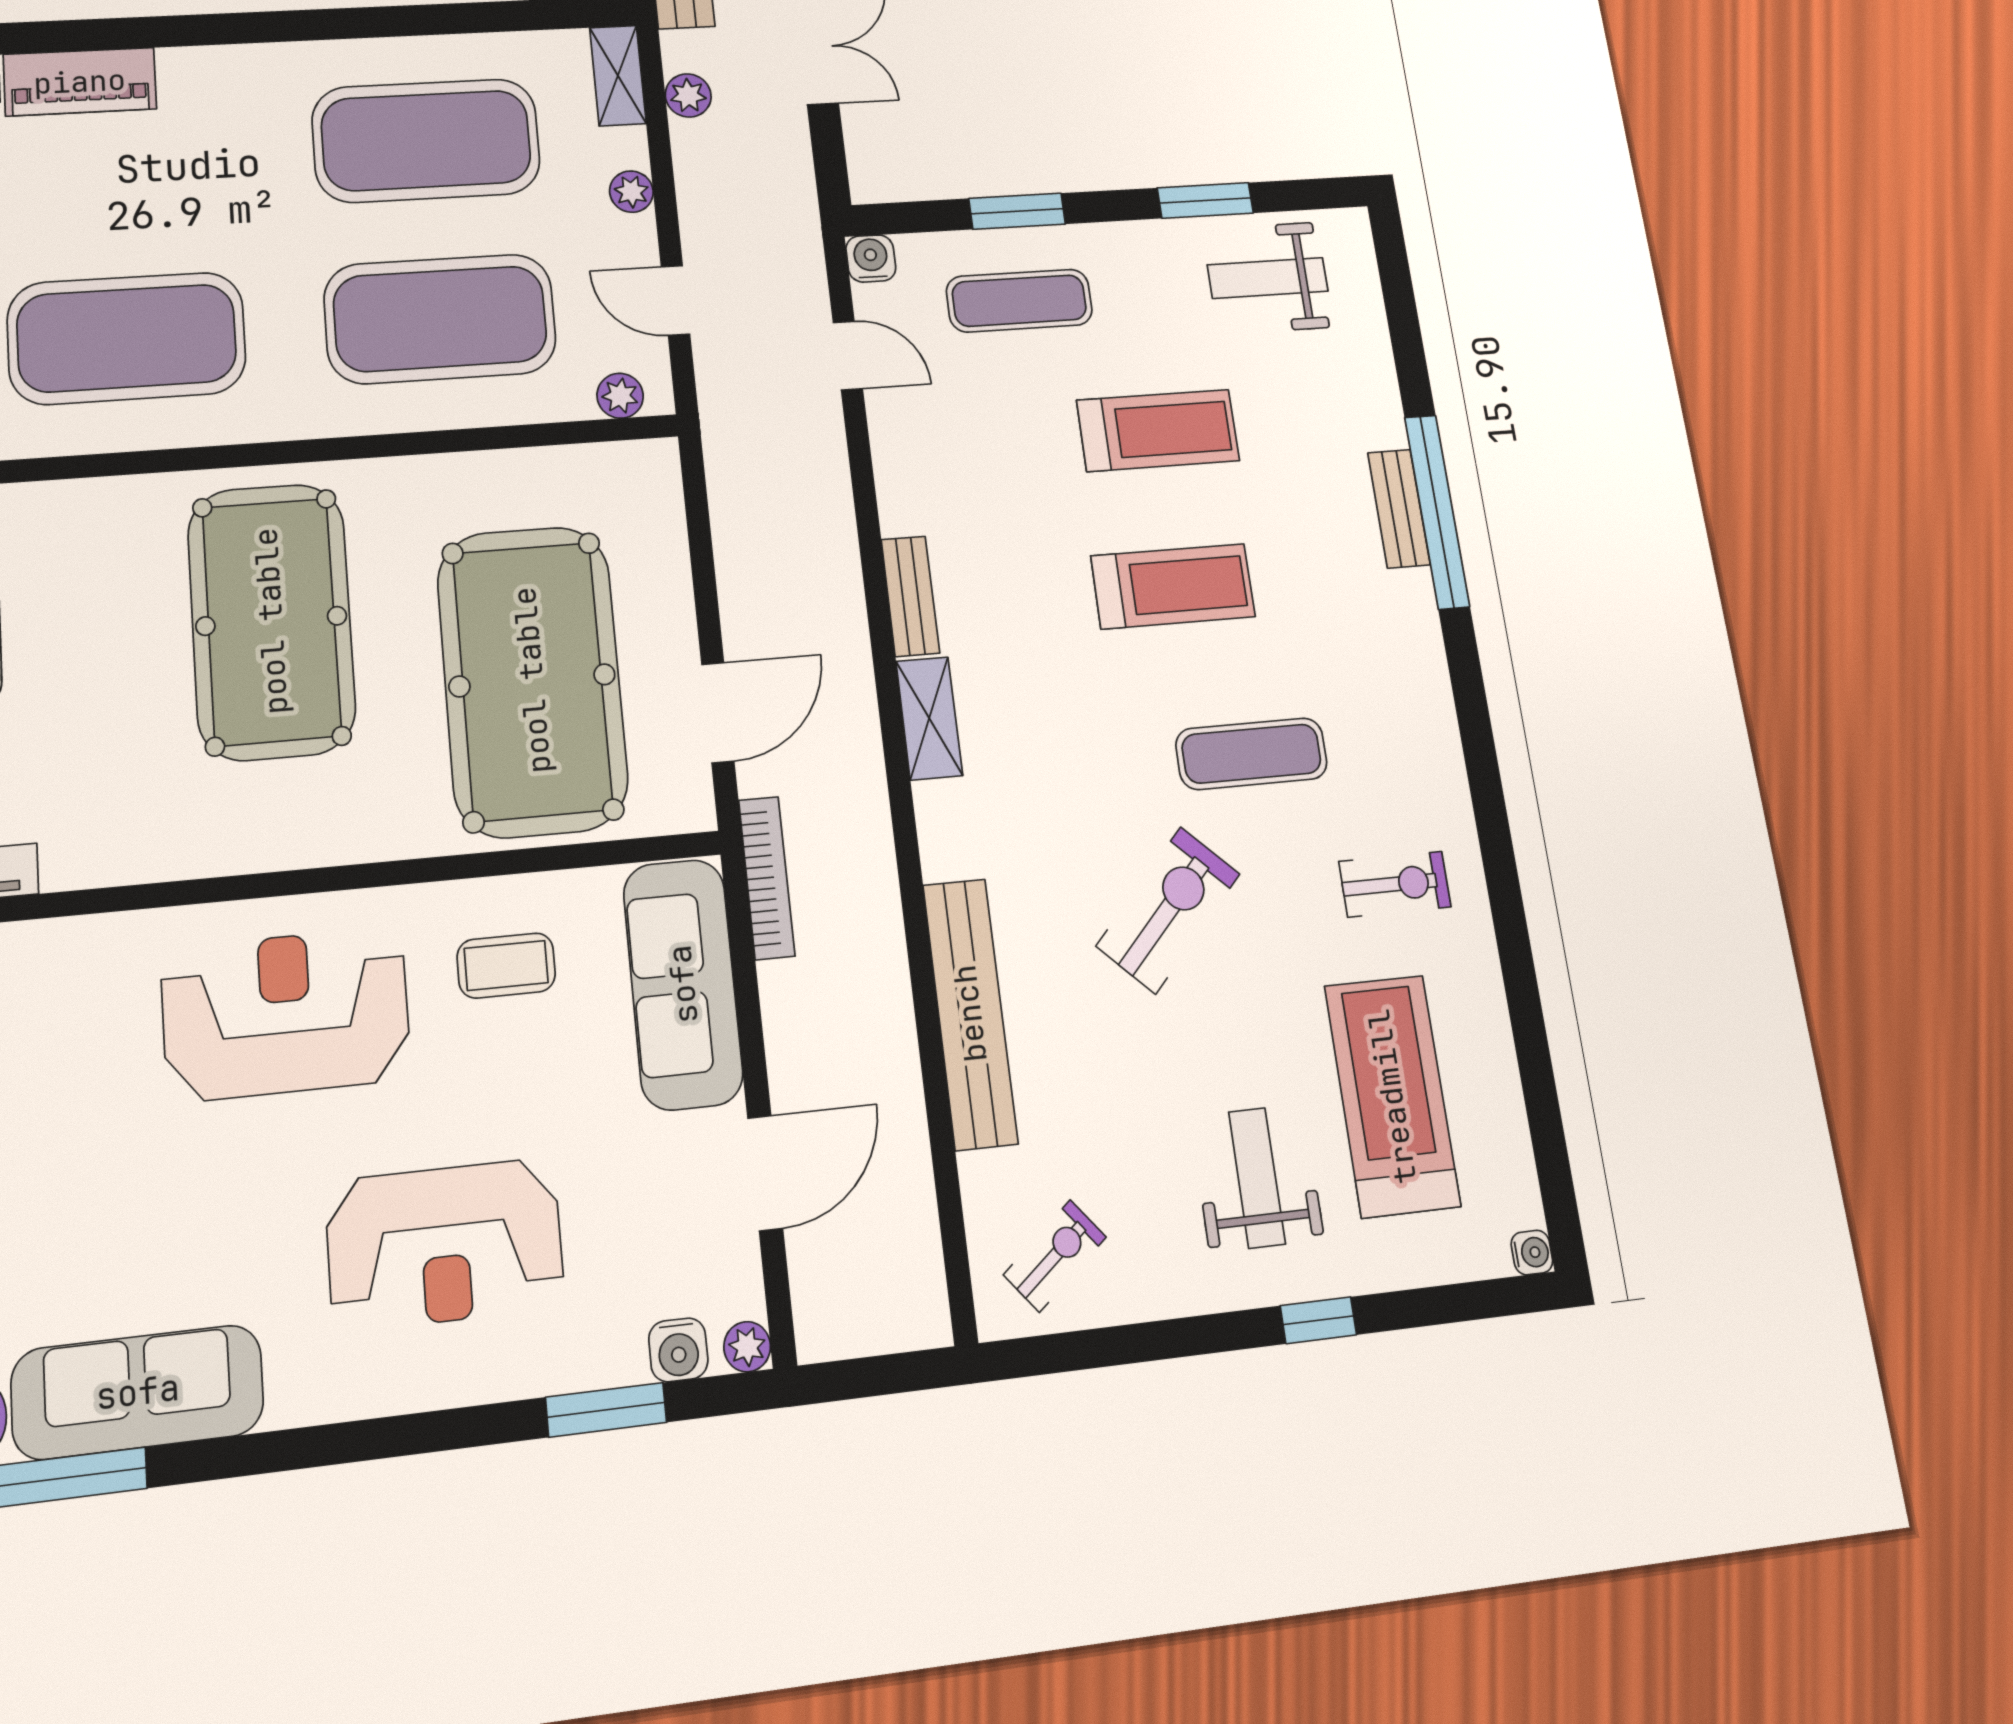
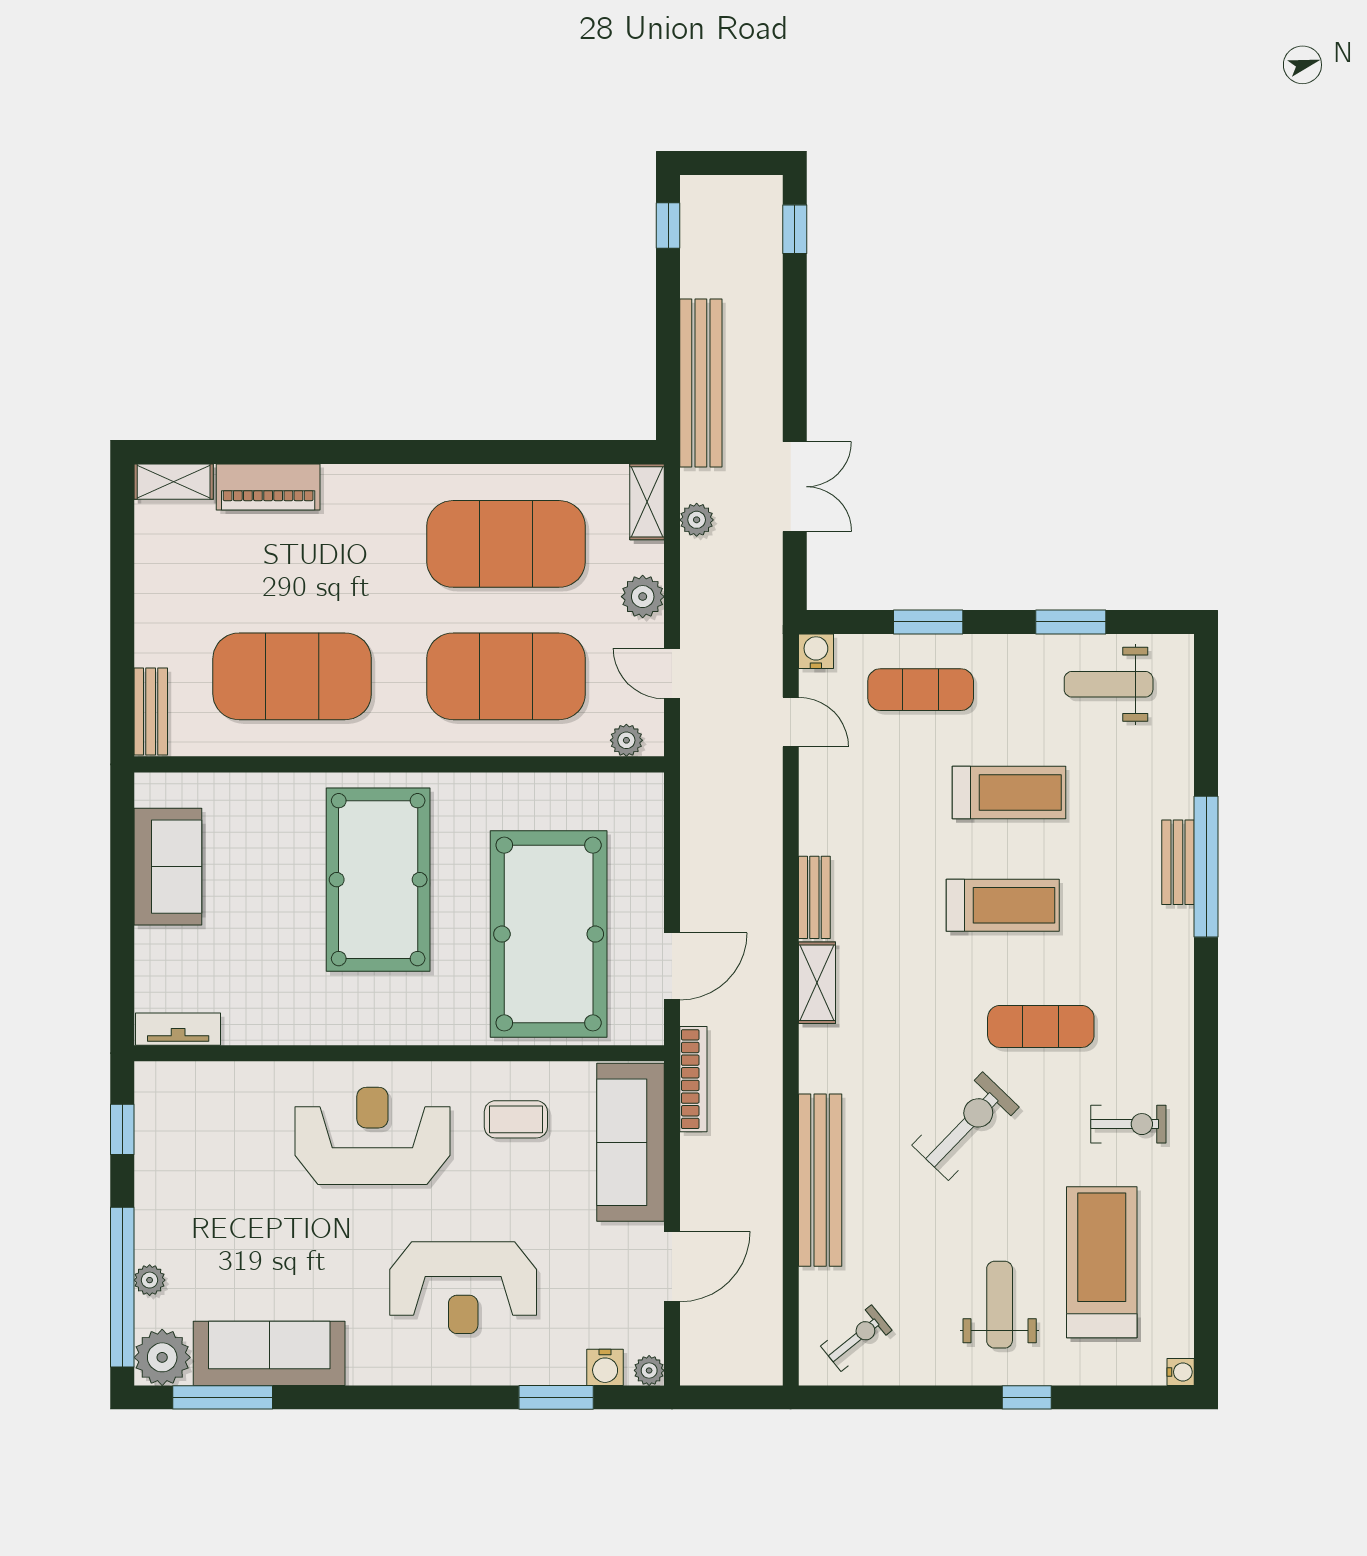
plant: (631, 192) -> (643, 597), width x1.38, depth x1.38

